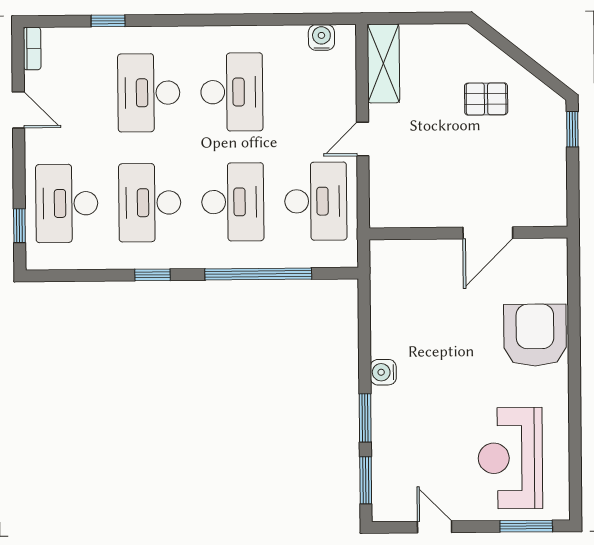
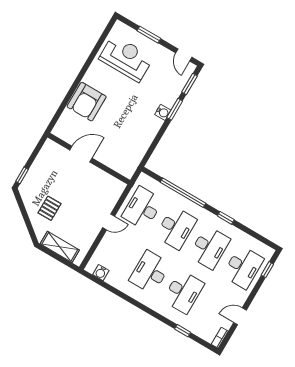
shelving: (383, 63) -> (60, 247), moved, turned 90
pallet: (486, 99) -> (49, 208), turned 90
door: (18, 110) -> (240, 316), hinge flipped
desk: (233, 202) -> (176, 228), turned 180
water cooler: (383, 372) -> (163, 112), moved
reception desk: (510, 458) -> (126, 58), turned -90
window: (526, 526) -> (149, 35), moved
door: (435, 527) -> (184, 55), moved

